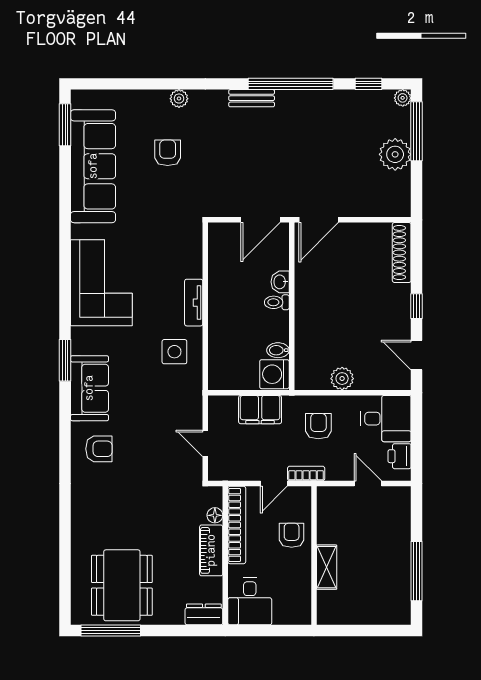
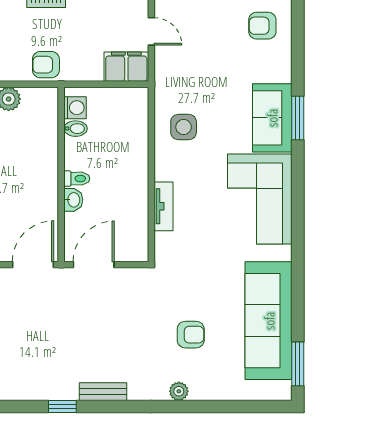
window: (291, 84) -> (62, 406), width x0.32
armchair: (168, 153) -> (191, 335), turned -90
tv unit: (194, 303) -> (163, 206), moved
washing machine: (274, 374) -> (75, 108), width x0.73, depth x0.73
sofa: (89, 388) -> (272, 118), moved
filing cabinet: (260, 410) -> (126, 67), moved
armchair: (318, 426) -> (46, 65), moved, turned 90

